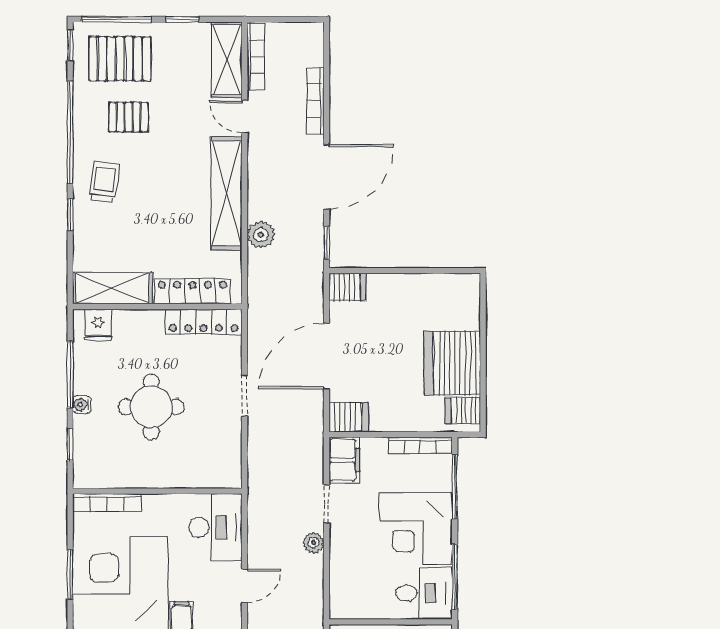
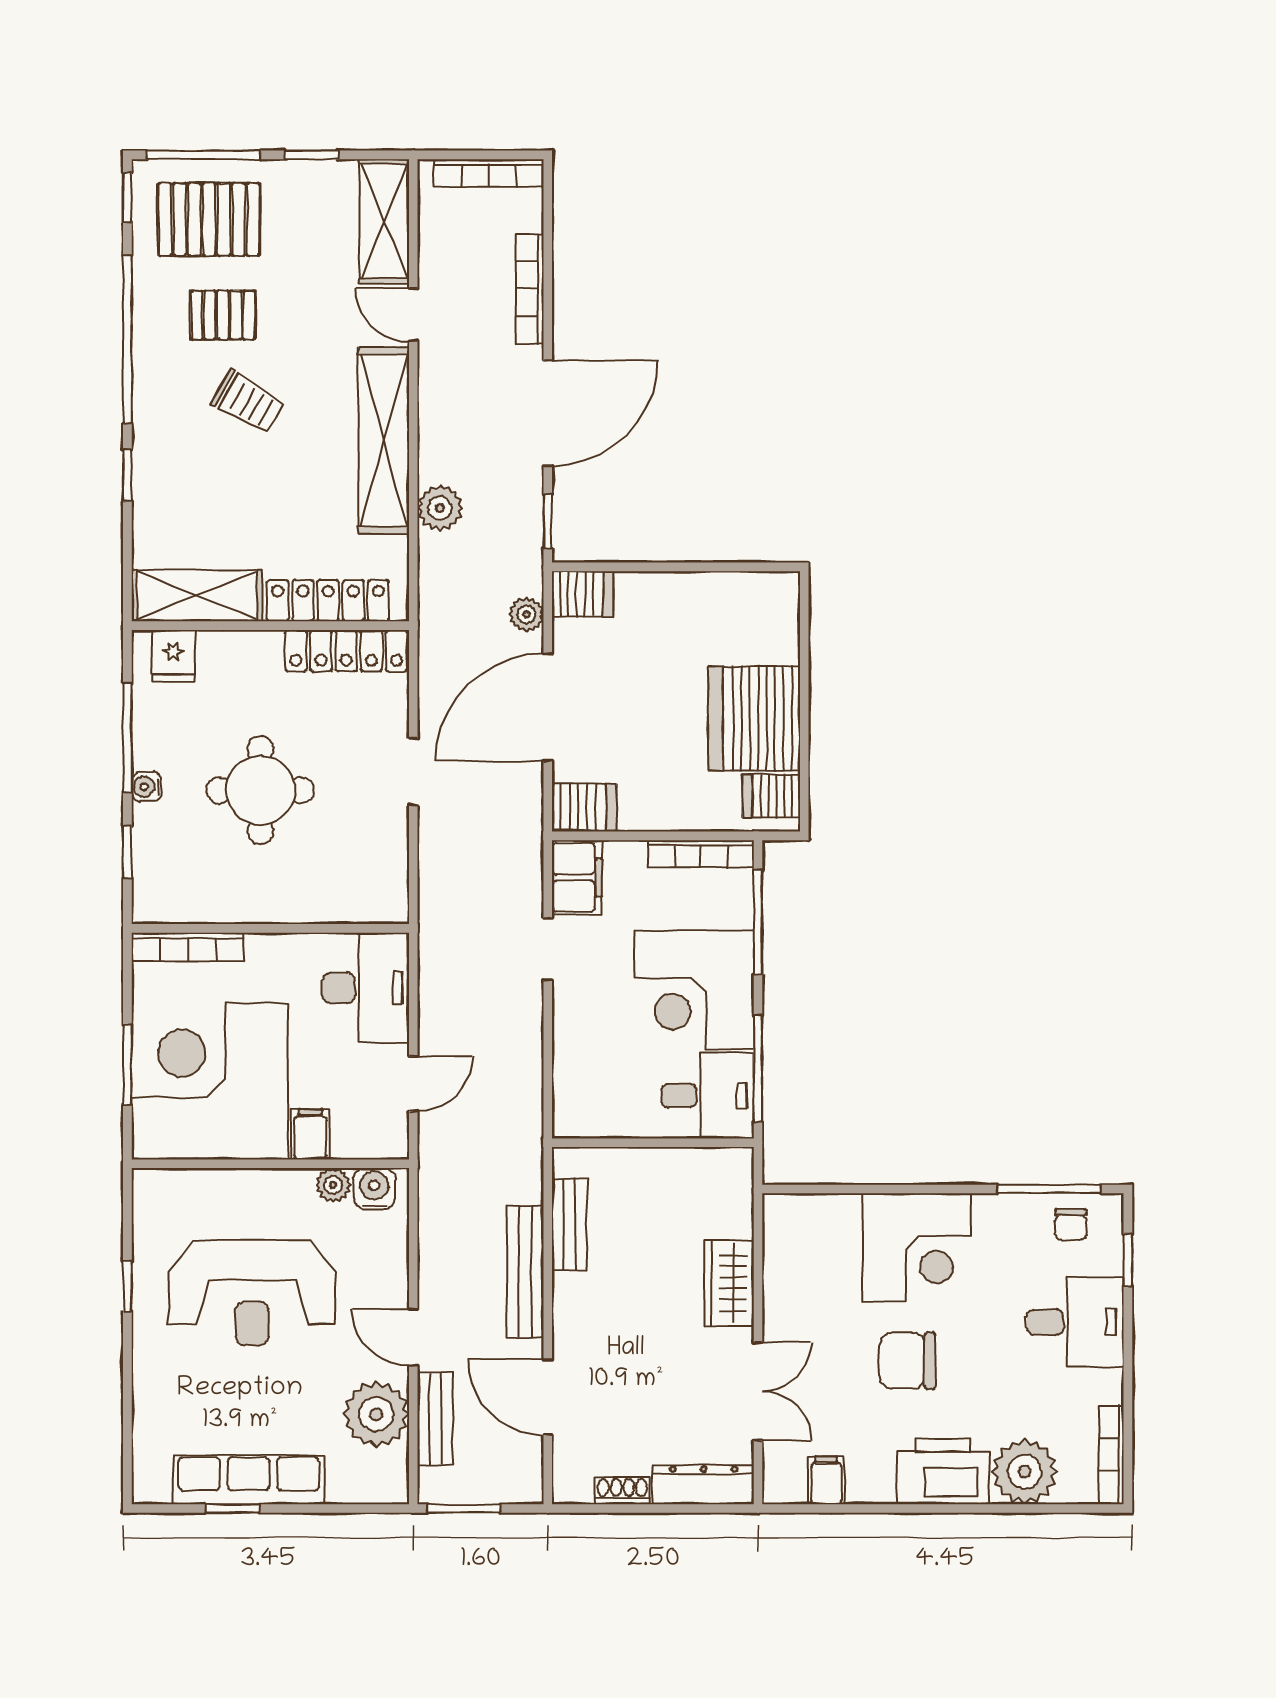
bookcase: (256, 57) -> (489, 173), moved, turned 90
trolley: (104, 182) -> (248, 402), moved, turned 112
plant: (314, 543) -> (526, 614), moved

